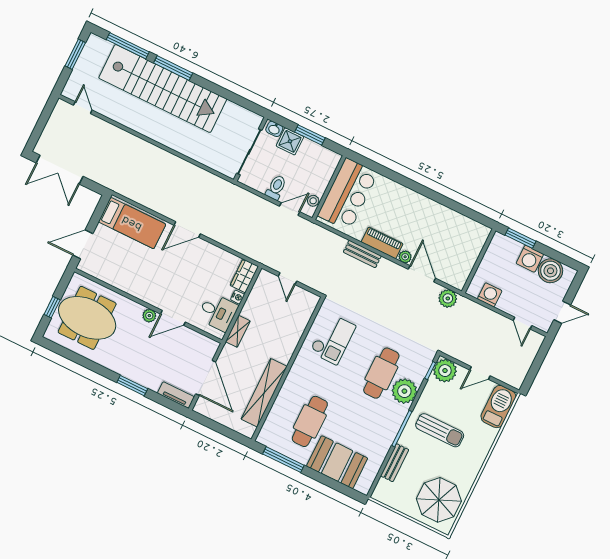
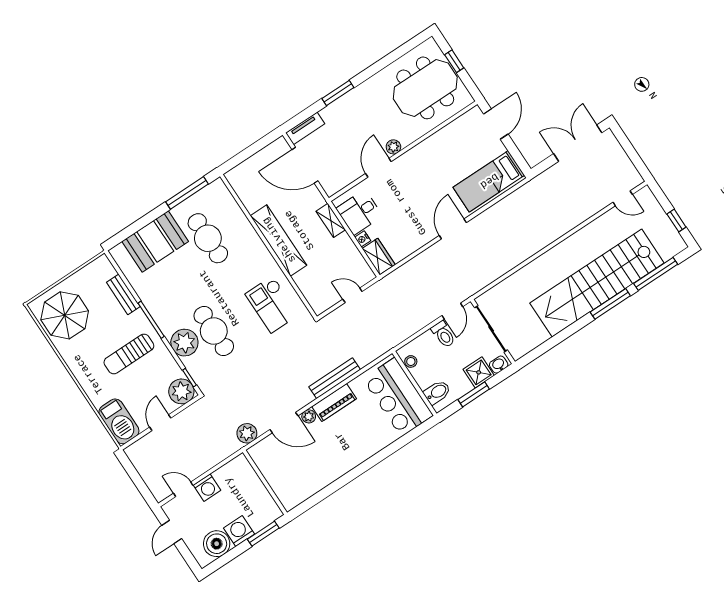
window: (75, 54) -> (676, 221), width x0.67
bidet: (325, 165) -> (437, 392), added
door: (290, 209) -> (452, 311), moved
bench: (362, 254) -> (335, 378), width x1.36
washing machine: (490, 295) -> (207, 488), moved
shelving: (264, 393) -> (279, 240), moved

